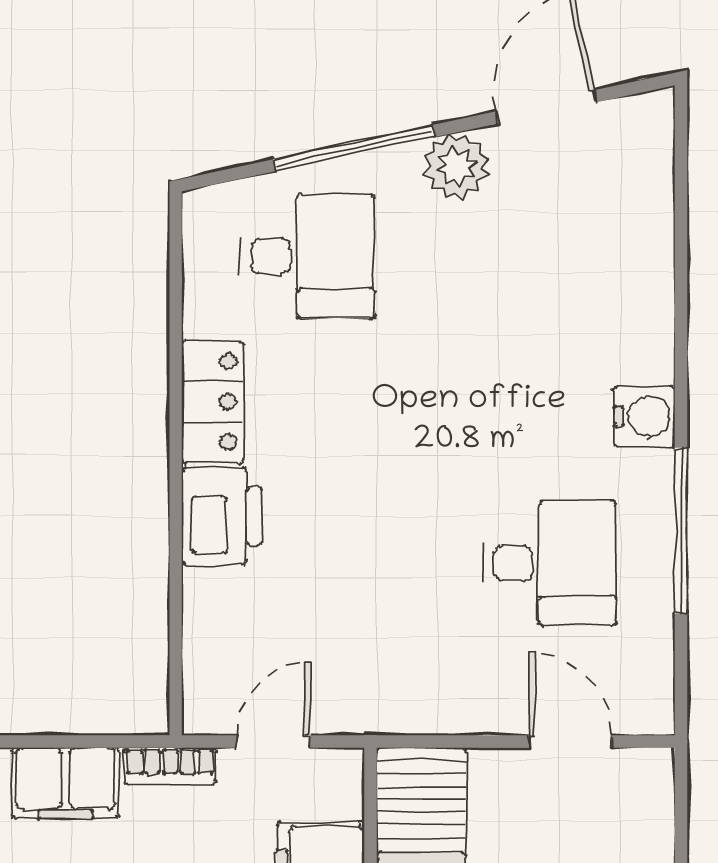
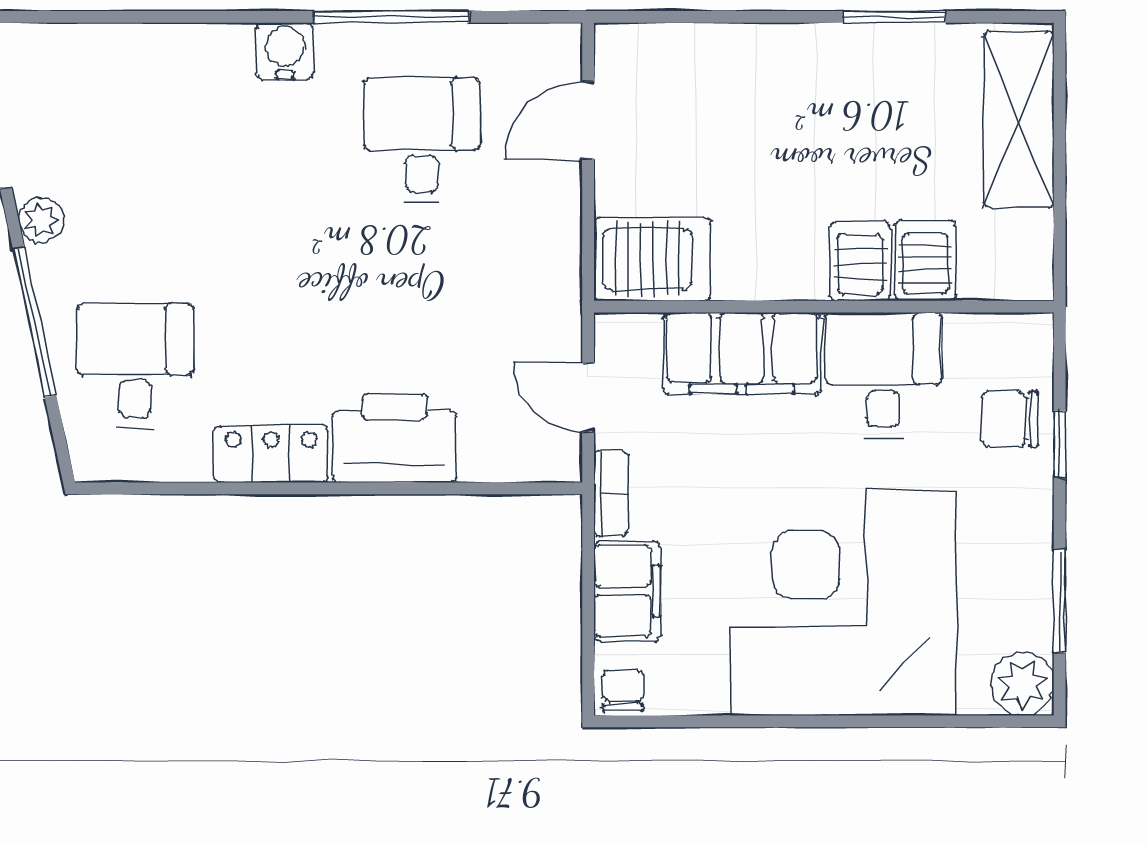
plant: (456, 166) -> (41, 220), width x0.73, depth x0.73
printer: (222, 516) -> (395, 438), width x1.37, depth x1.19

